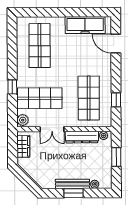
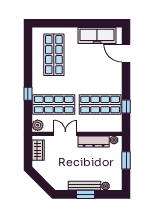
shop shelf: (89, 98) -> (100, 105), turned 90
double door: (52, 129) -> (65, 134), swing flipped

